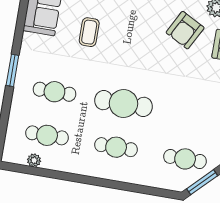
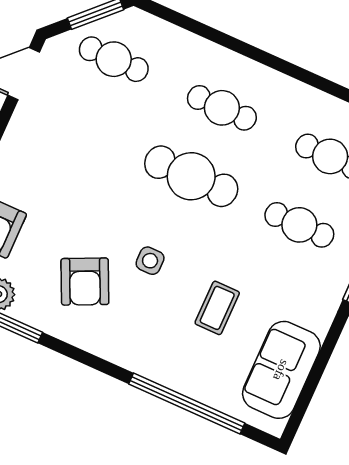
armchair: (185, 30) -> (85, 282), moved, turned 127
side table: (135, 49) -> (150, 261), added

